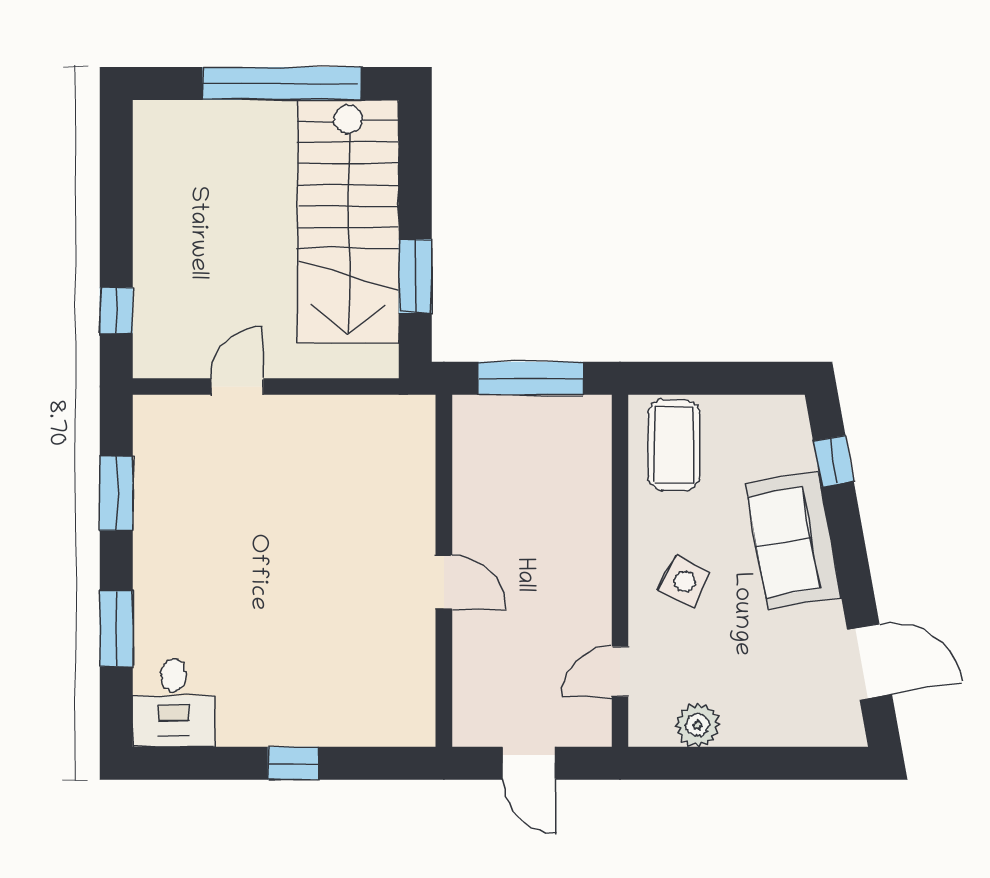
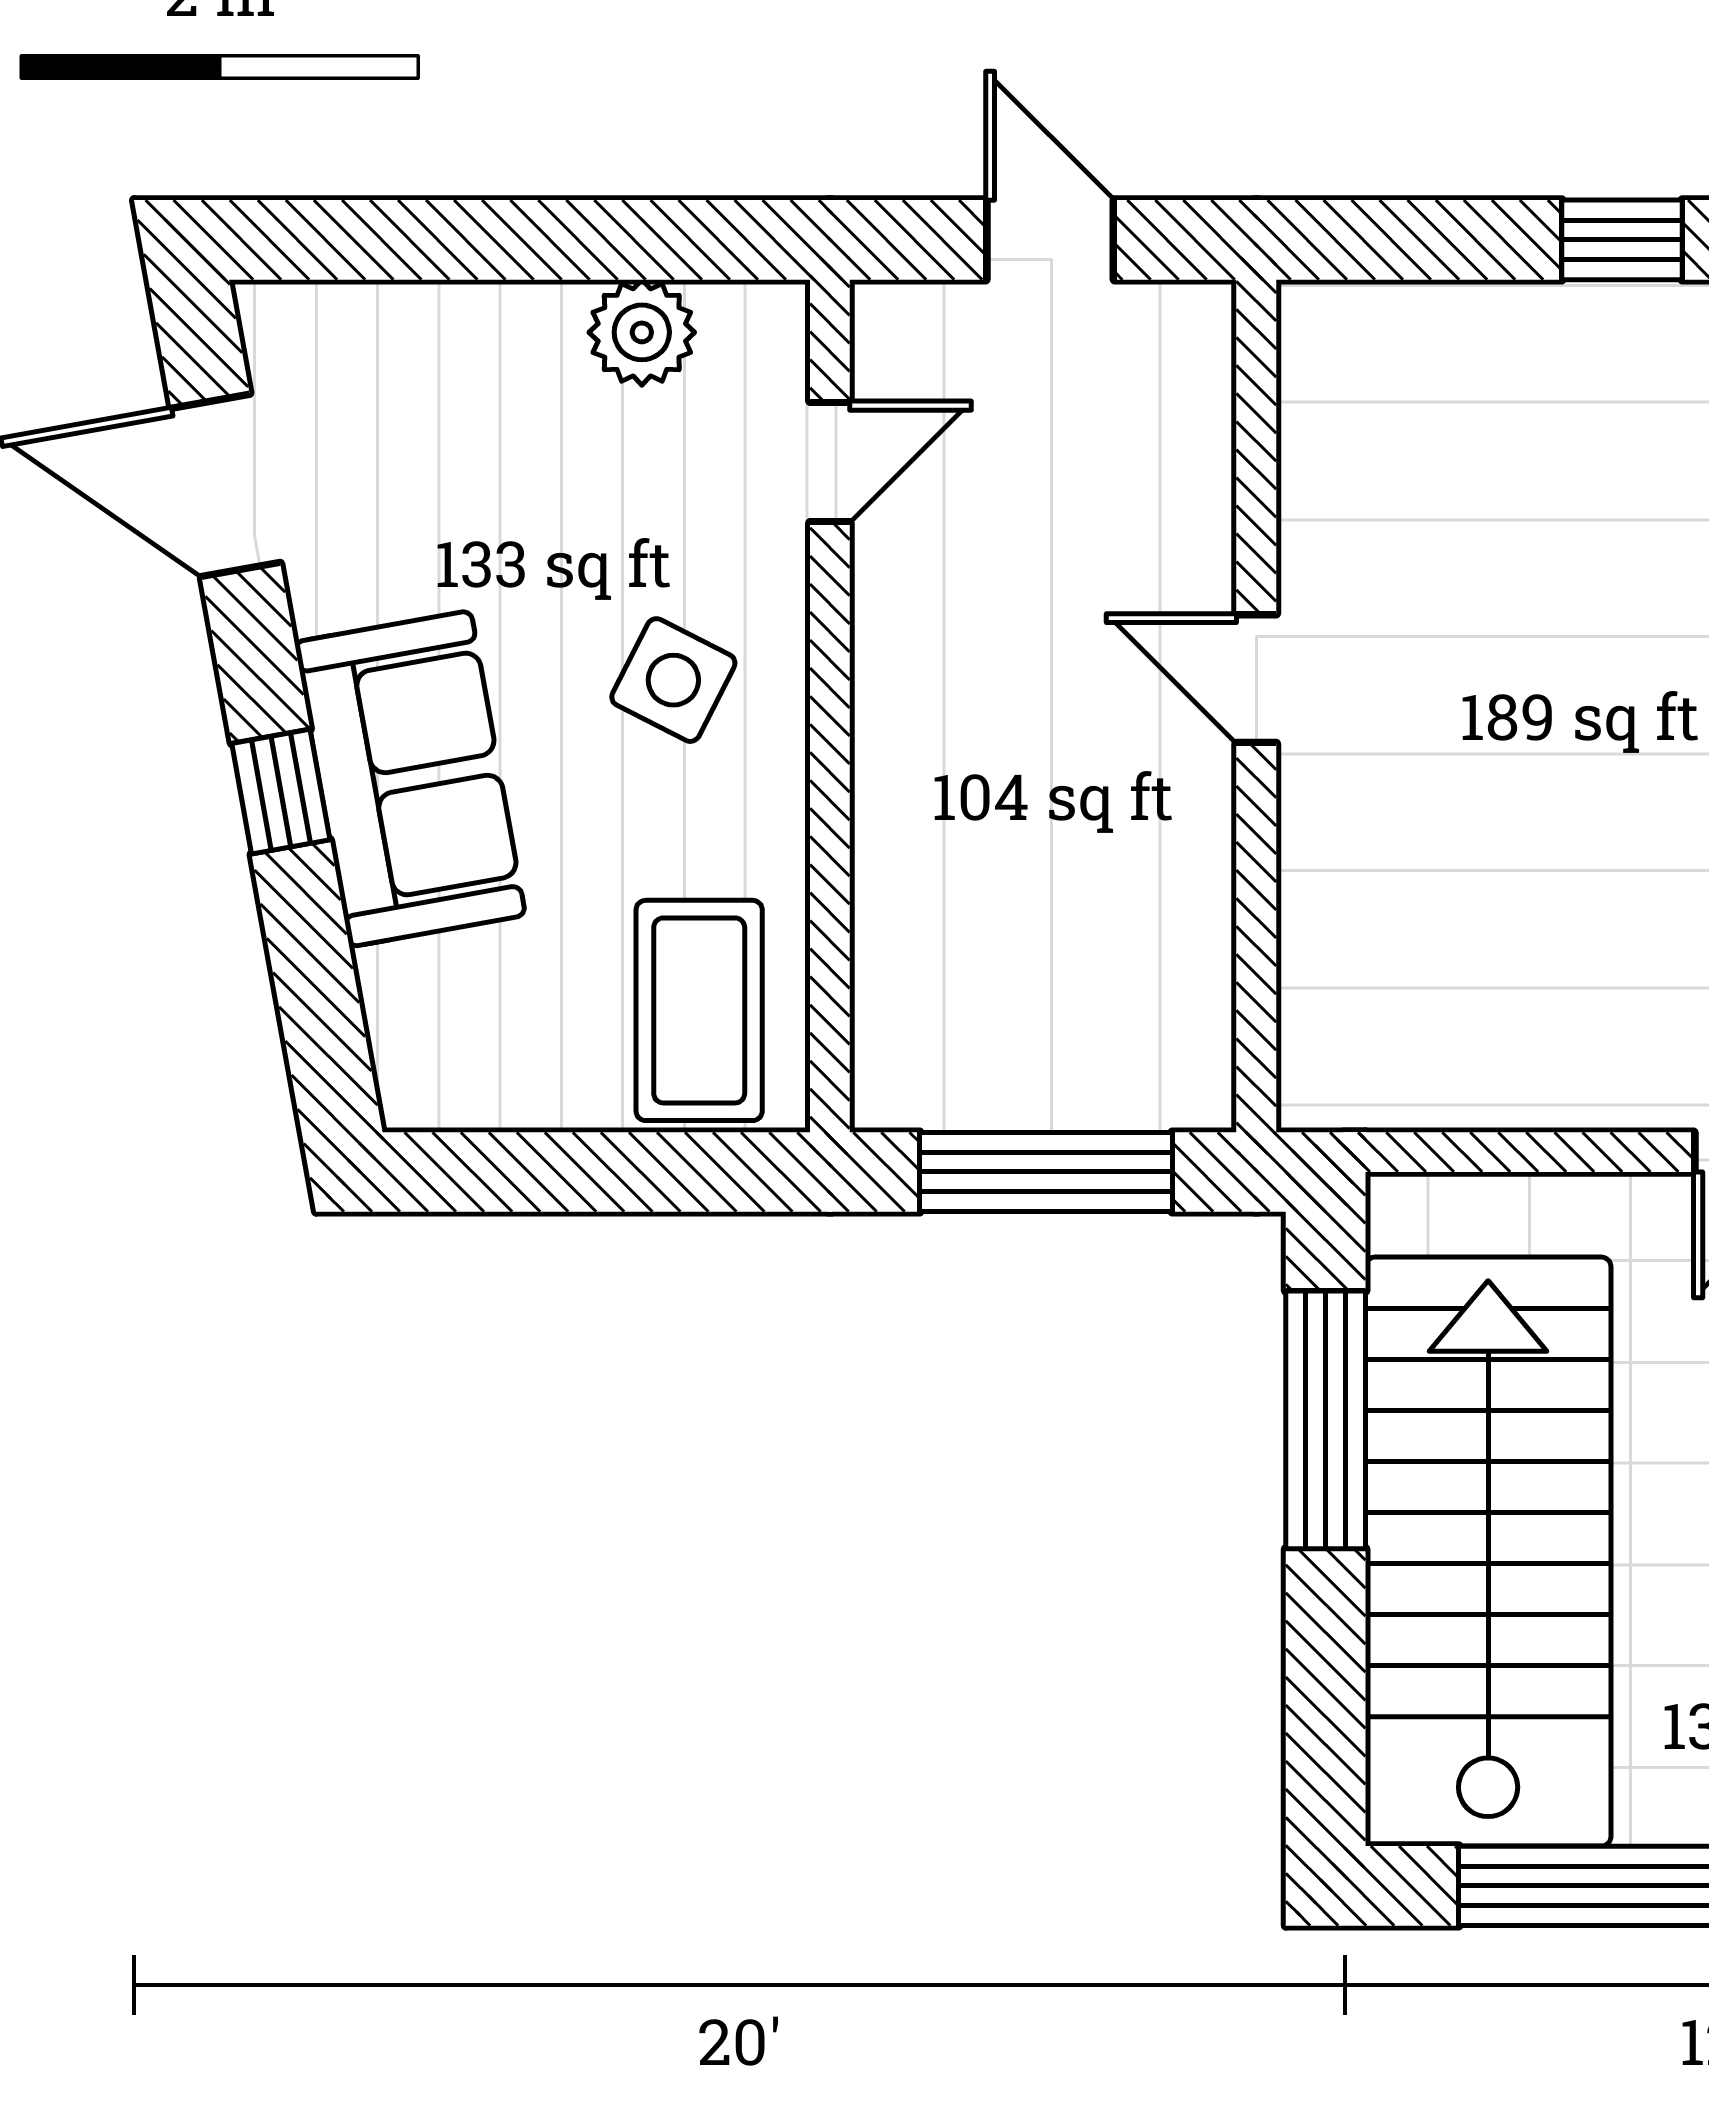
window: (415, 276) -> (1326, 1420), width x1.44
window: (833, 461) -> (281, 792), moved

